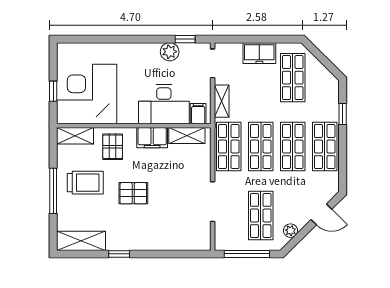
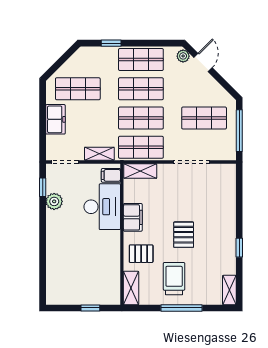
corner desk: (87, 94) -> (93, 277), removed
shelving: (187, 136) -> (140, 171), moved, turned 90
plant: (291, 231) -> (183, 56), moved
shelving: (81, 241) -> (229, 290), width x0.67, depth x0.75

